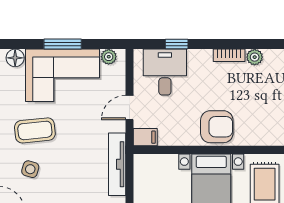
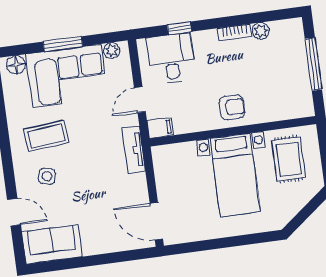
armchair: (217, 127) -> (232, 107), width x0.72, depth x0.72
tv unit: (117, 164) -> (134, 150), width x0.71

